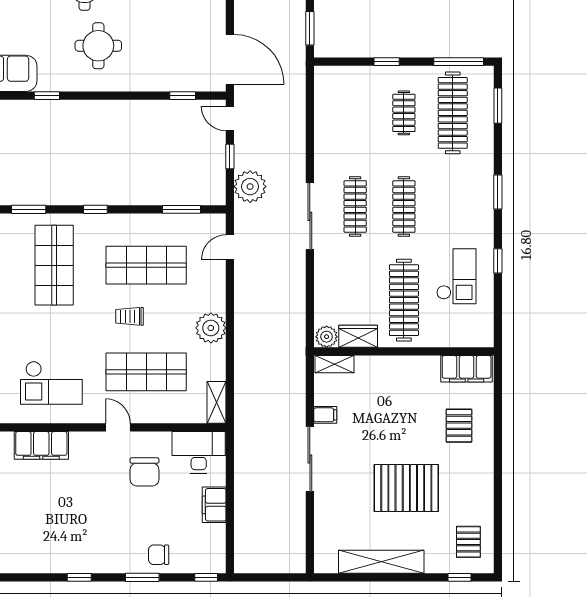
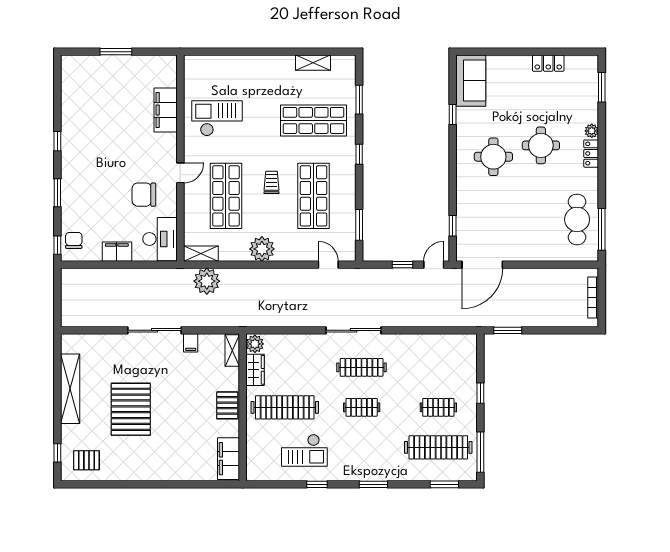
plant: (250, 187) -> (207, 281), moved
clothes rail: (404, 206) -> (362, 407), width x0.73
checkout: (51, 383) -> (217, 118), turned 90
pallet: (459, 426) -> (227, 405), moved, turned 90
chair: (159, 555) -> (74, 240), moved

